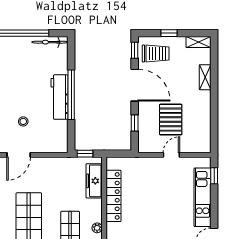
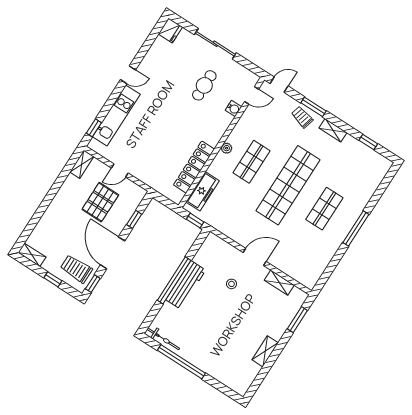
shelving: (205, 77) -> (82, 164), moved

